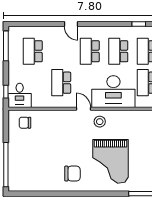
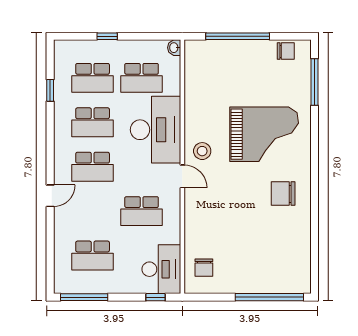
desk: (20, 95) -> (161, 269), width x1.37
door: (83, 109) -> (182, 176), swing flipped
chair: (72, 174) -> (283, 194), turned -90

